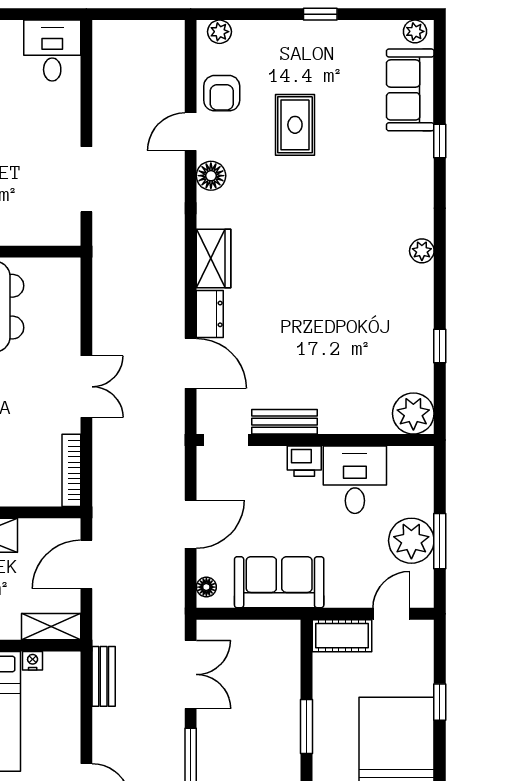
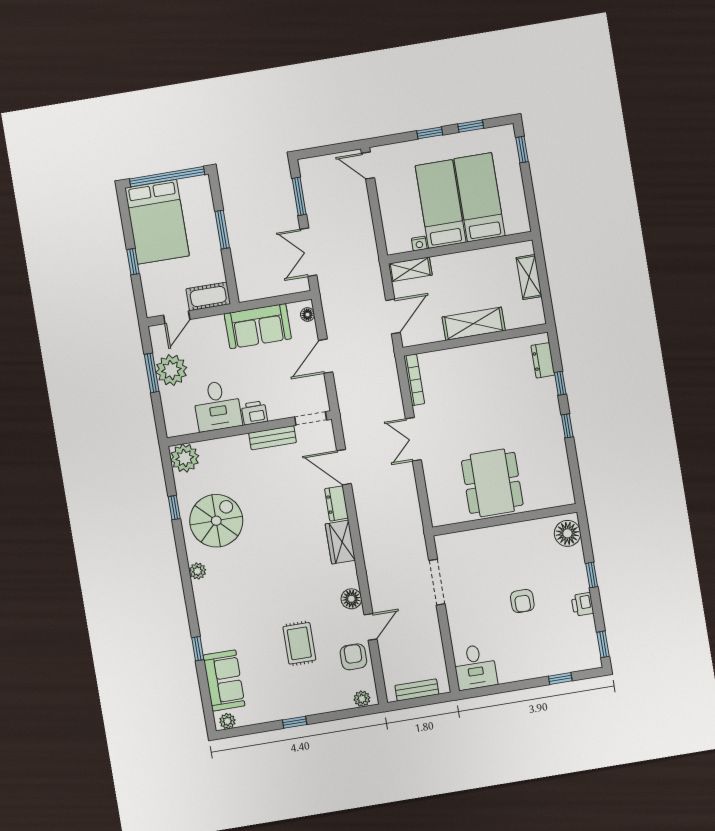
spiral stairs: (383, 318) -> (216, 521), added
bench: (104, 676) -> (417, 690), moved, turned 90

